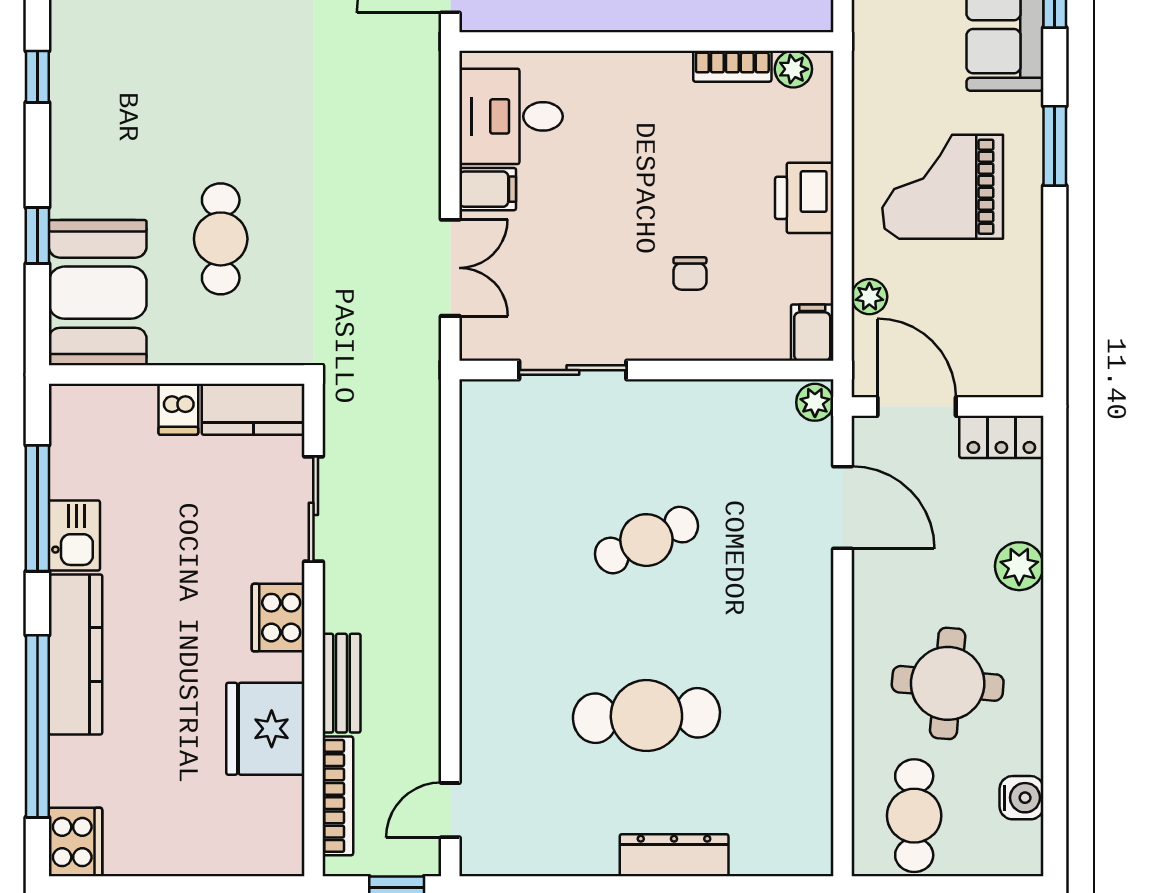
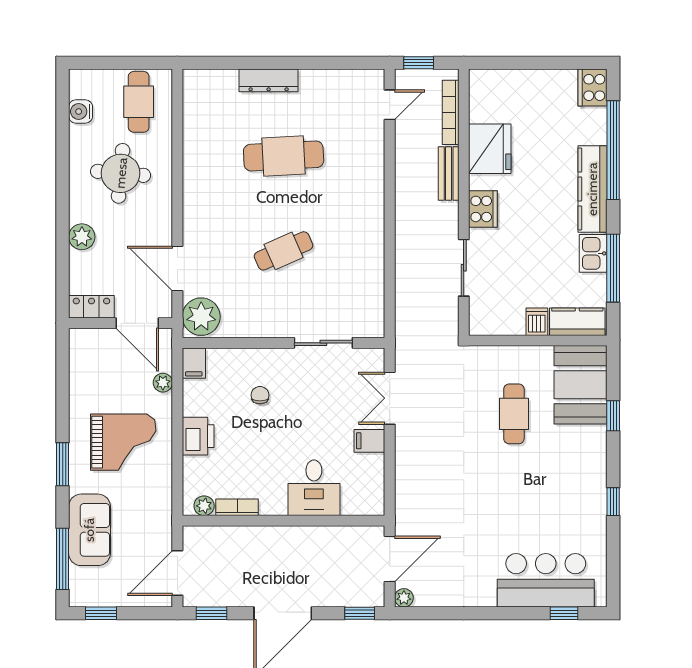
desk: (511, 116) -> (314, 488), moved, turned 90
plant: (815, 402) -> (201, 317), width x1.87, depth x1.87
kitchen counter: (253, 409) -> (577, 322), moved

